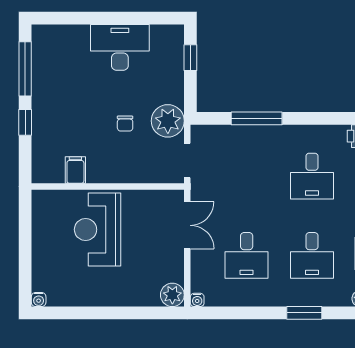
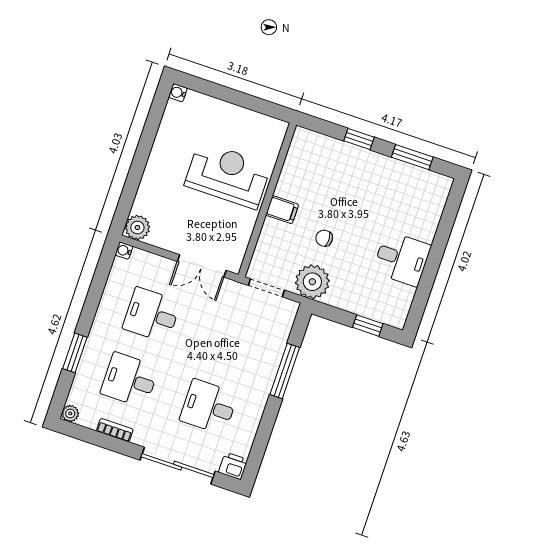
desk: (120, 47) -> (402, 259), width x0.73
window: (25, 69) -> (412, 157), width x0.69
filing cabinet: (75, 170) -> (282, 210), moved

